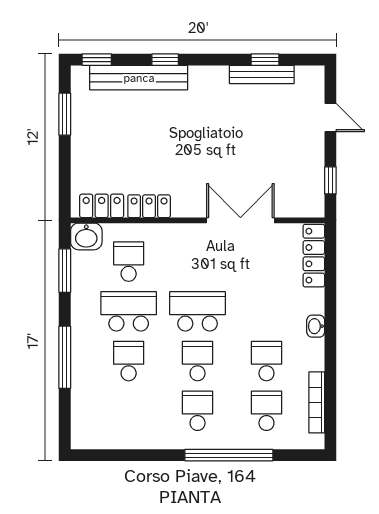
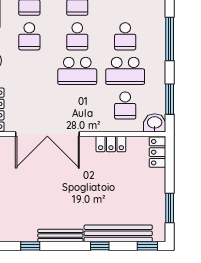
bench: (262, 75) -> (60, 236), moved
locker: (102, 206) -> (157, 152), moved, turned 90
double door: (240, 220) -> (47, 134), width x1.36

